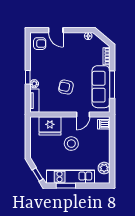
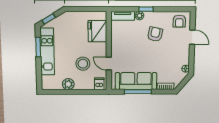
door: (56, 30) -> (192, 37), swing flipped
armchair: (66, 87) -> (155, 34), moved
stool: (71, 144) -> (83, 64), moved
plant: (104, 168) -> (68, 84), moved

